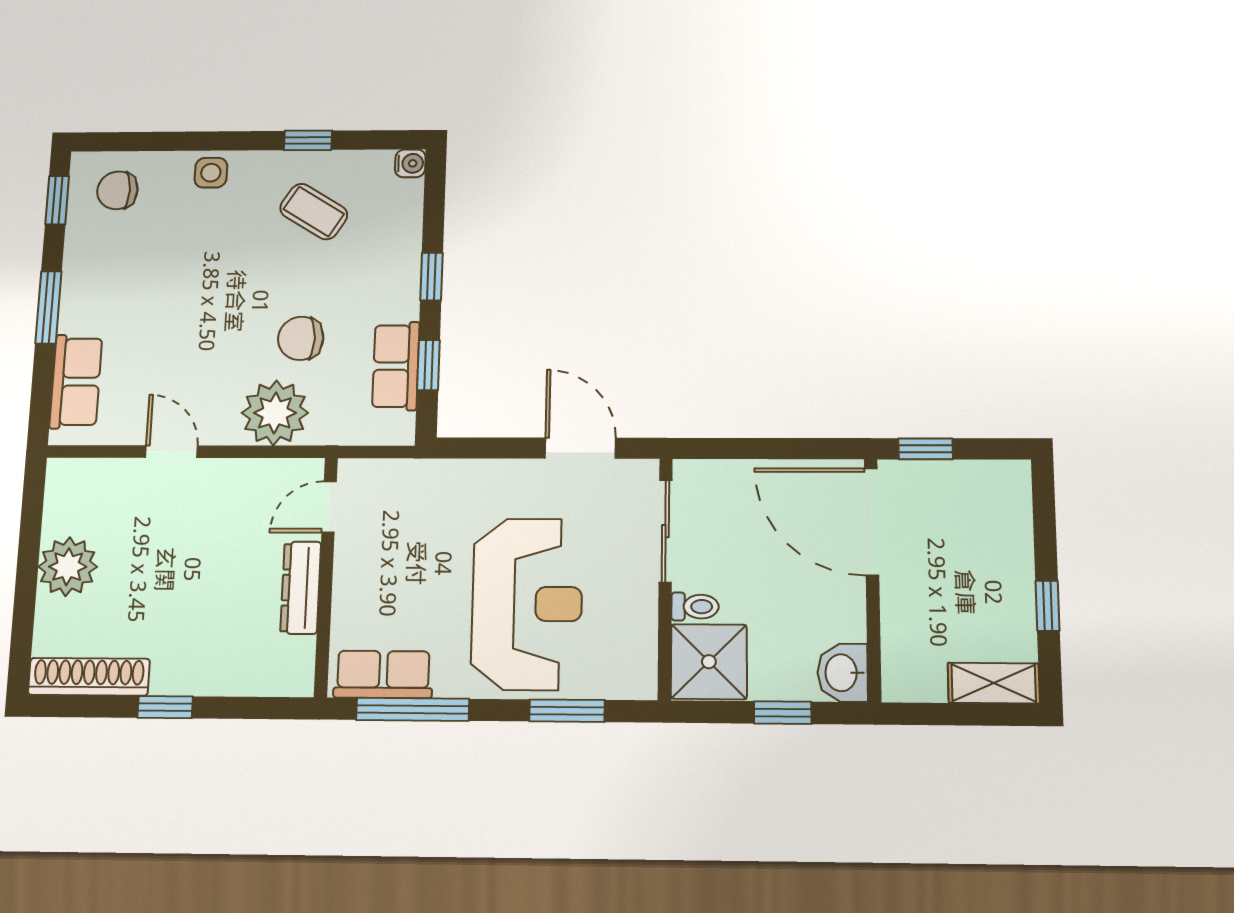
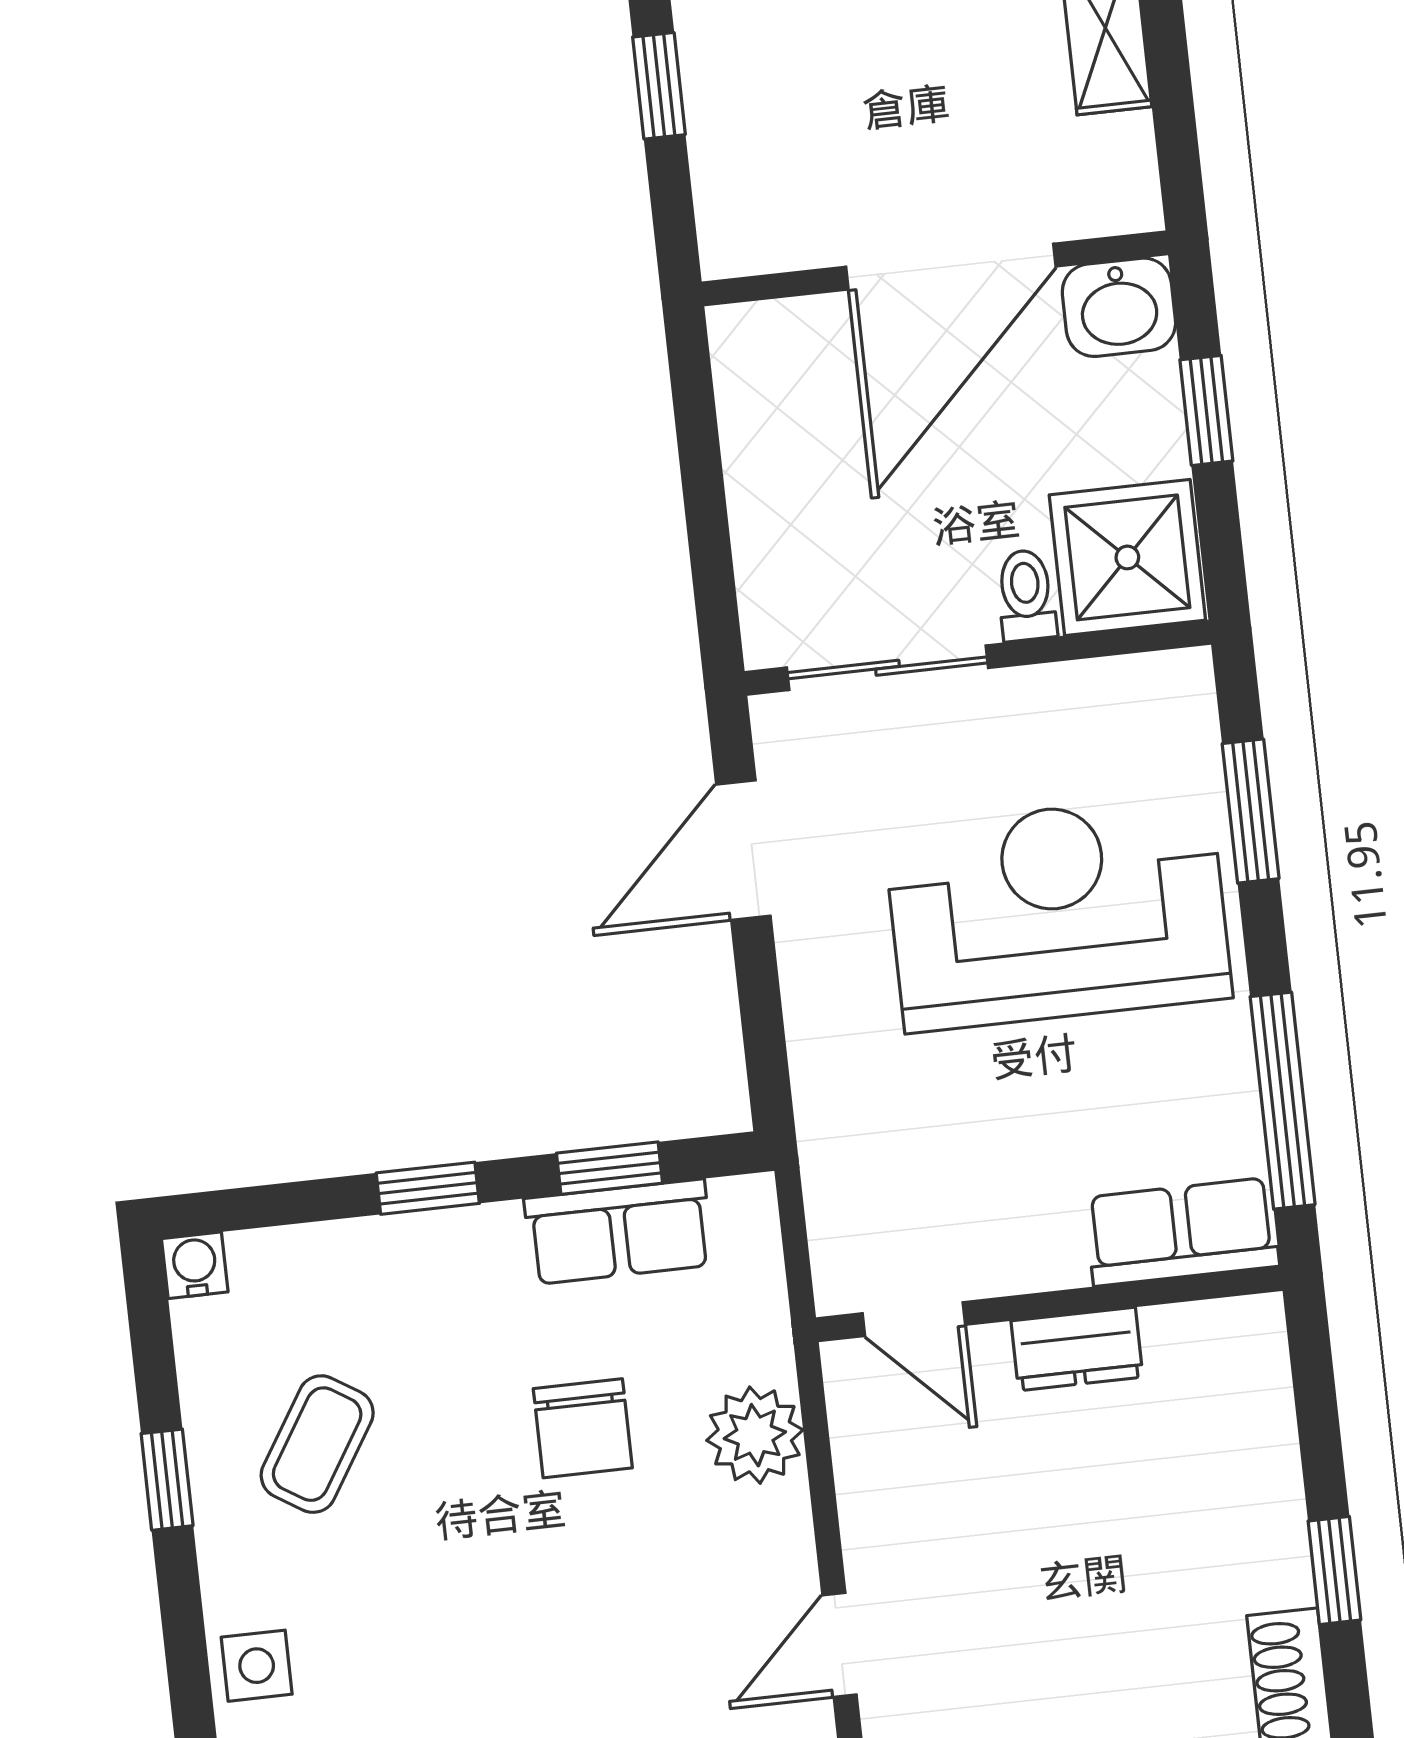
plant: (275, 413) -> (755, 1435), width x0.73, depth x0.73
window: (926, 449) -> (659, 86), moved
door: (872, 522) -> (951, 267), moved
dresser: (301, 588) -> (1077, 1349), width x0.70
row of seats: (383, 674) -> (1182, 1232), moved, turned 90

